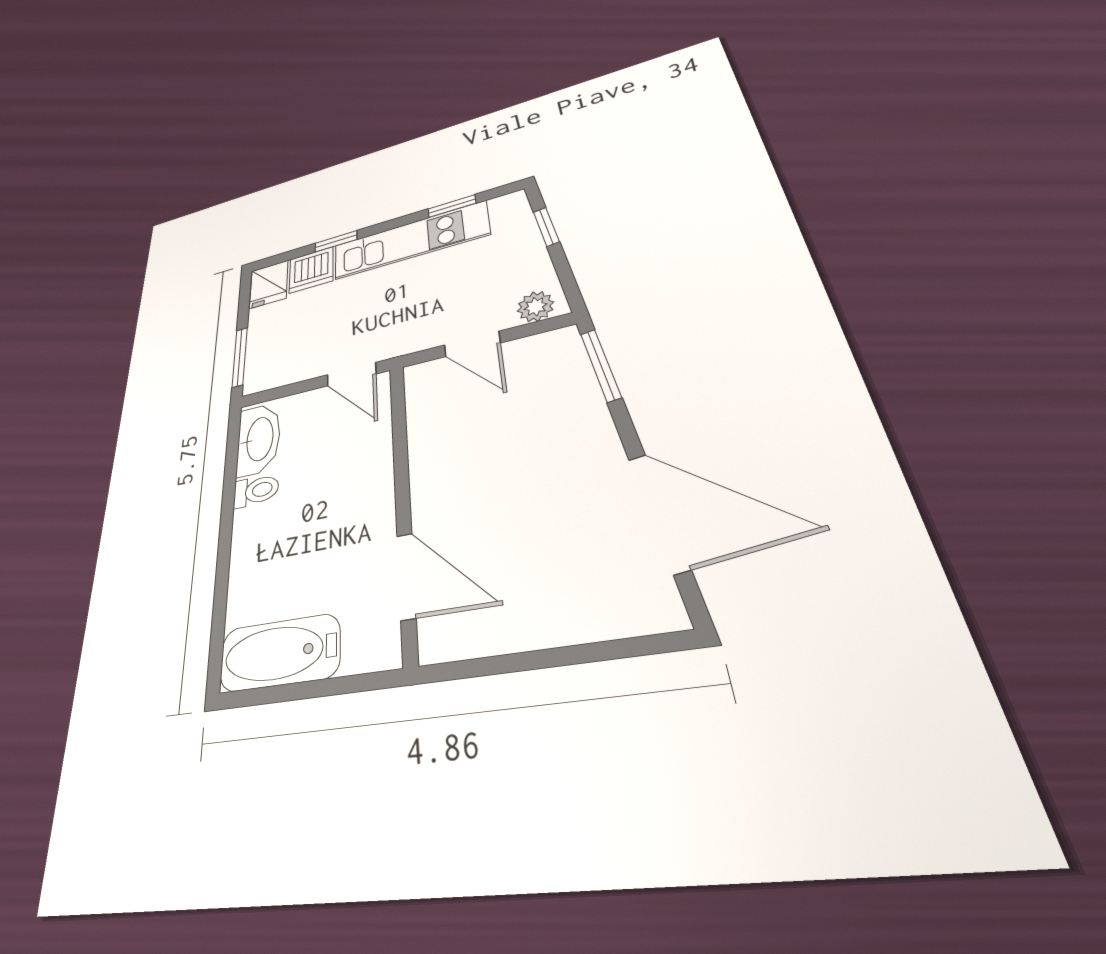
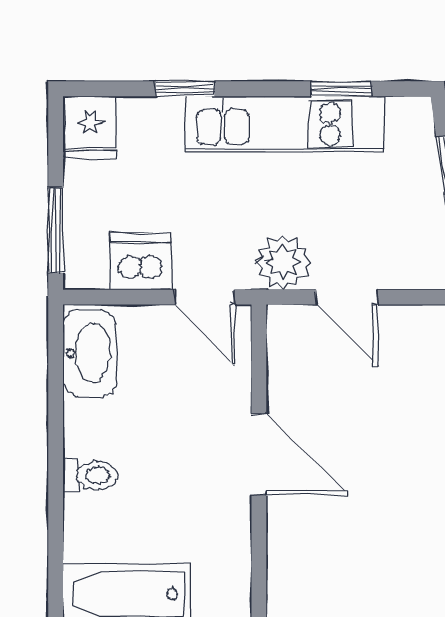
dishwasher: (311, 270) -> (141, 261), moved, turned 180
plant: (535, 307) -> (283, 262), moved, width x1.38, depth x1.38
toilet: (256, 491) -> (90, 475), moved
door: (406, 576) -> (259, 454), moved

